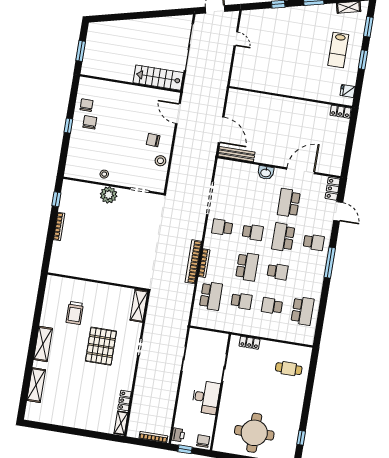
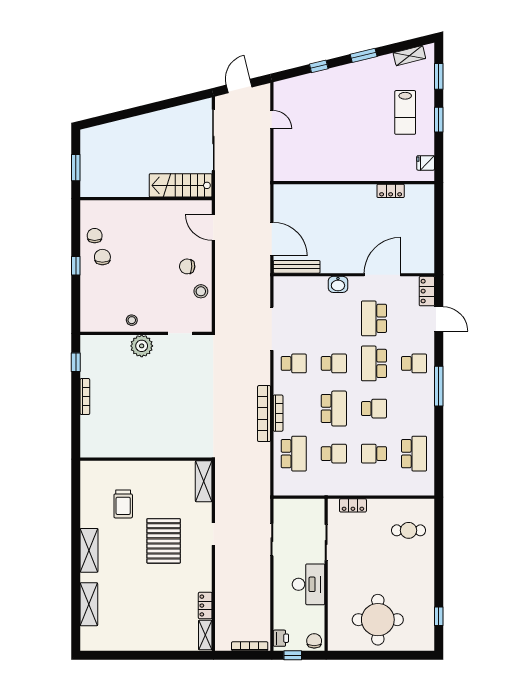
locker: (340, 112) -> (391, 191), moved
school desk: (222, 227) -> (294, 363), turned 180

